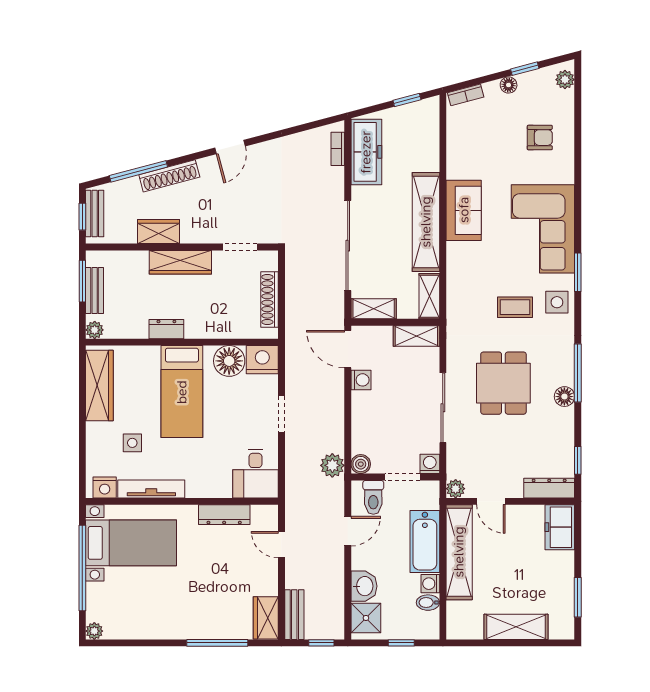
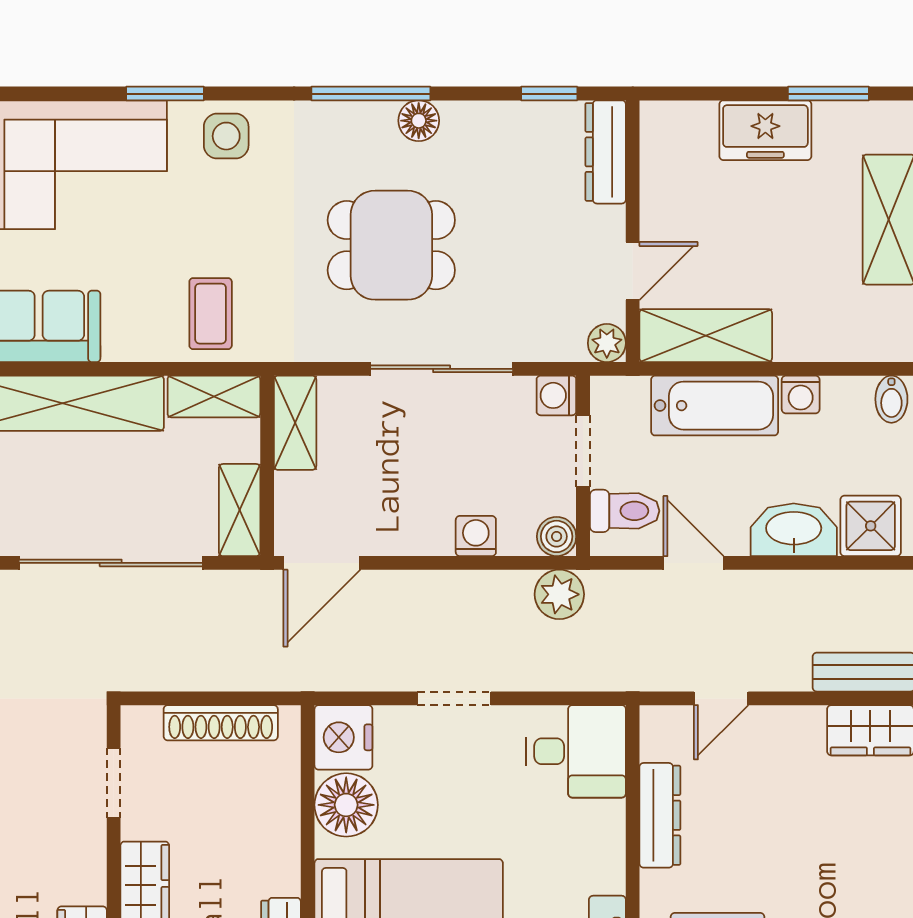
coffee table: (515, 307) -> (211, 314), moved
washing machine: (361, 380) -> (476, 536), moved
freezer: (560, 527) -> (765, 130), moved
shelving: (459, 552) -> (706, 336), width x0.68
washbasin: (364, 586) -> (794, 530), width x1.38
bidet: (428, 603) -> (891, 399), moved

